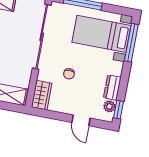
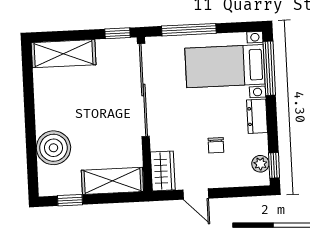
chair: (69, 74) -> (216, 145), moved
dresser: (112, 88) -> (257, 116), moved
door: (81, 120) -> (196, 194), moved

